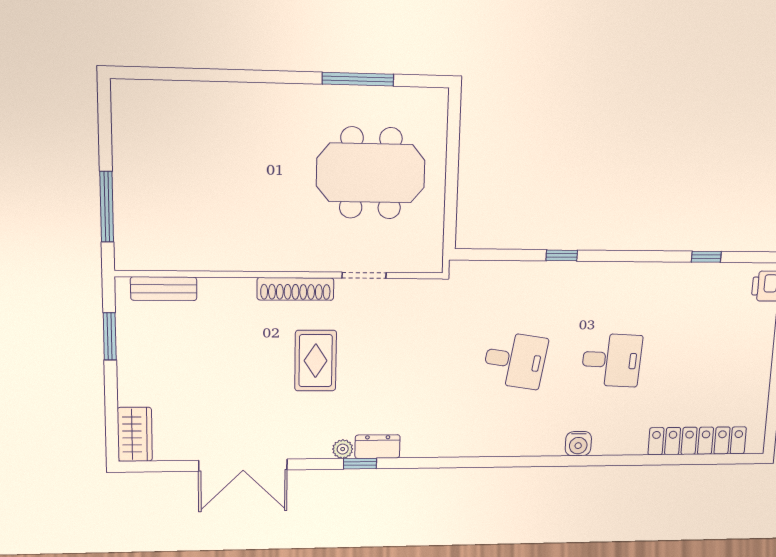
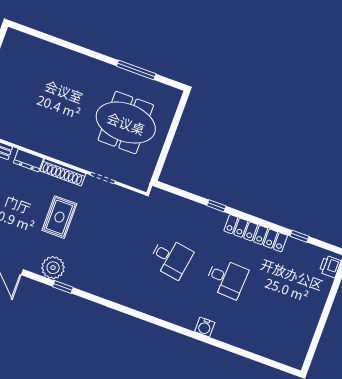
locker: (697, 441) -> (256, 233), moved, turned 180
water cooler: (578, 444) -> (205, 327), moved
dresser: (377, 447) -> (28, 160), moved, turned 180
plant: (343, 449) -> (53, 268), width x1.87, depth x1.87

